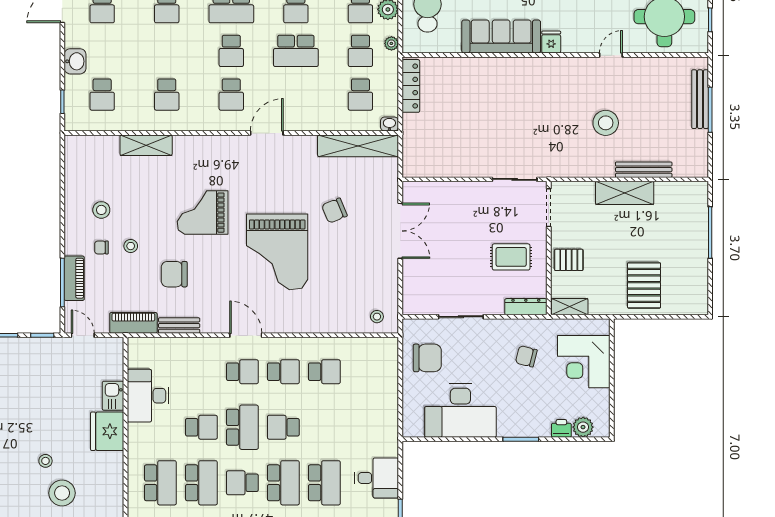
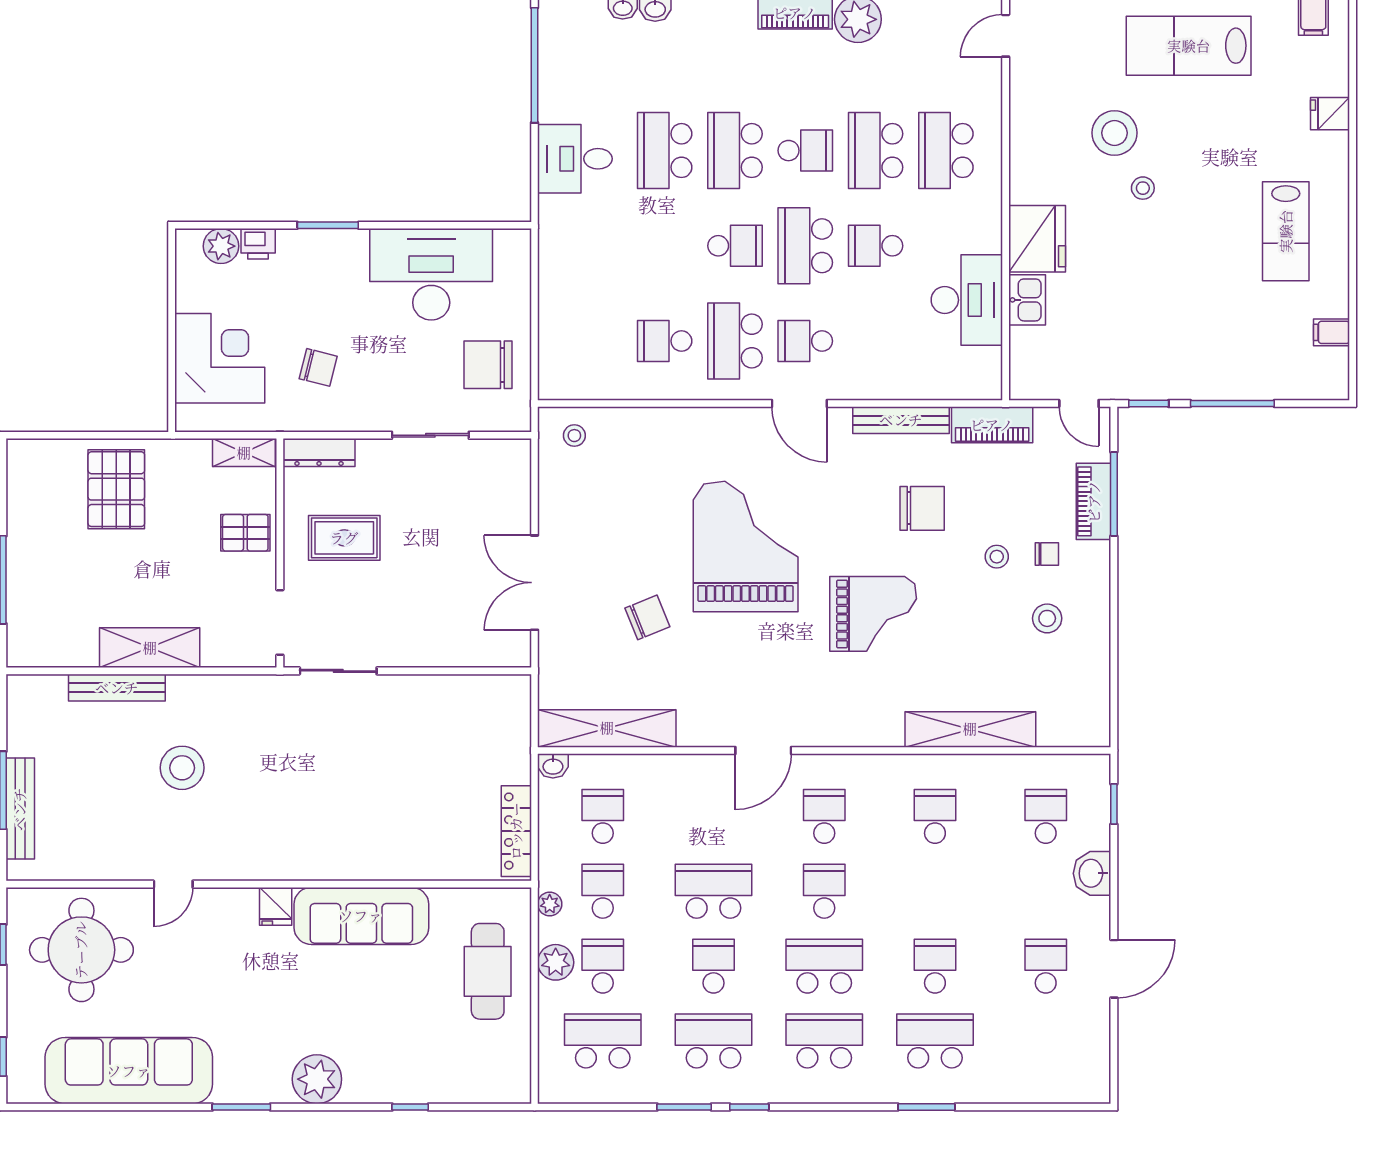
shelving: (146, 145) -> (970, 729), width x1.47
bench: (179, 326) -> (901, 420), width x1.36
school desk: (283, 372) -> (735, 341), width x1.85

